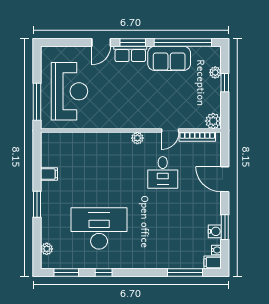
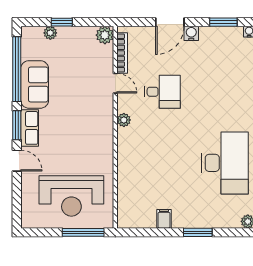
reception desk: (69, 91) -> (71, 196), turned 180
desk: (99, 228) -> (225, 163), turned 180
water cooler: (215, 231) -> (191, 33), moved

